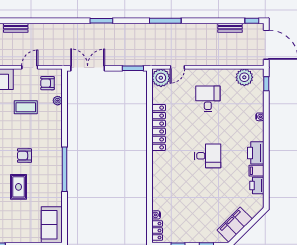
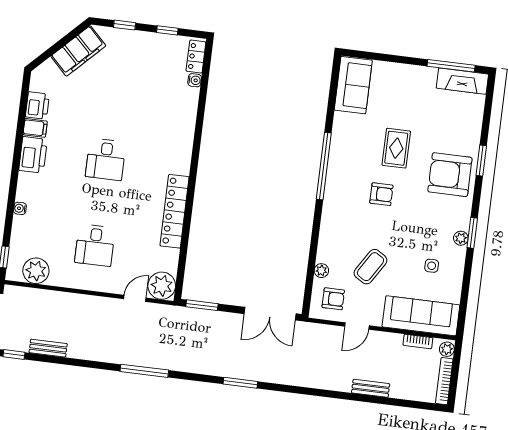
coffee table: (26, 107) -> (370, 267), turned -58
desk: (208, 156) -> (106, 159), turned -90

